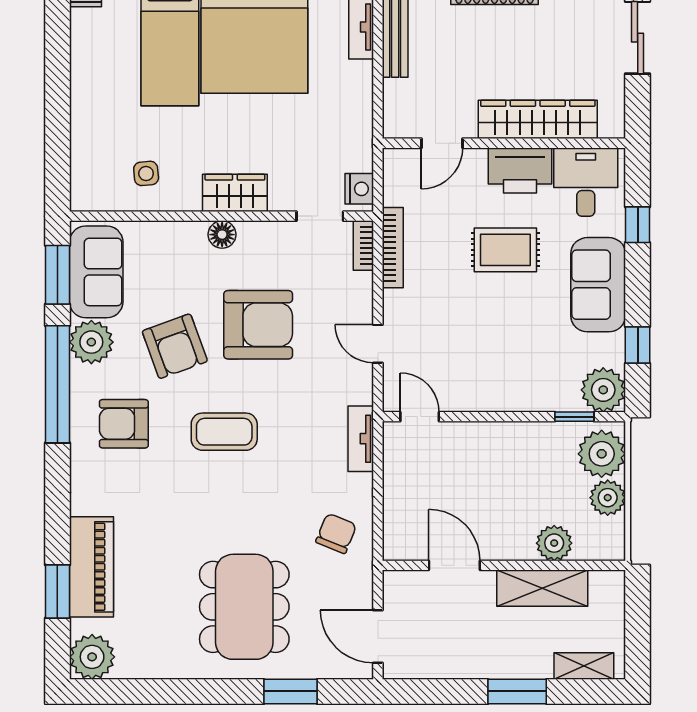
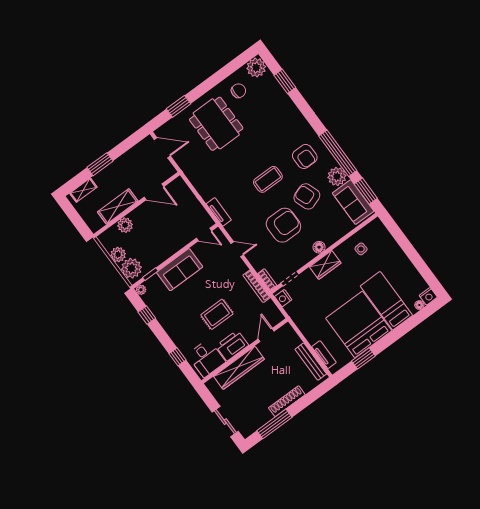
sofa: (598, 285) -> (180, 270), moved, turned 90
armchair: (258, 325) -> (283, 225), turned 180
plant: (603, 390) -> (141, 290), width x0.53, depth x0.53
armchair: (124, 424) -> (305, 156), turned 90
chair: (336, 533) -> (238, 91), moved, turned -112
piano: (91, 567) -> (279, 99), removed

